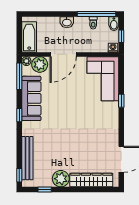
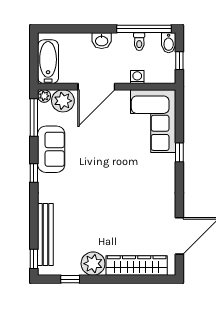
washing machine: (113, 48) -> (137, 77), moved
sofa: (31, 98) -> (51, 149), width x0.73

